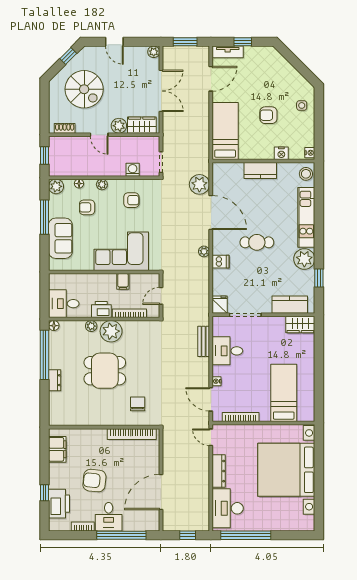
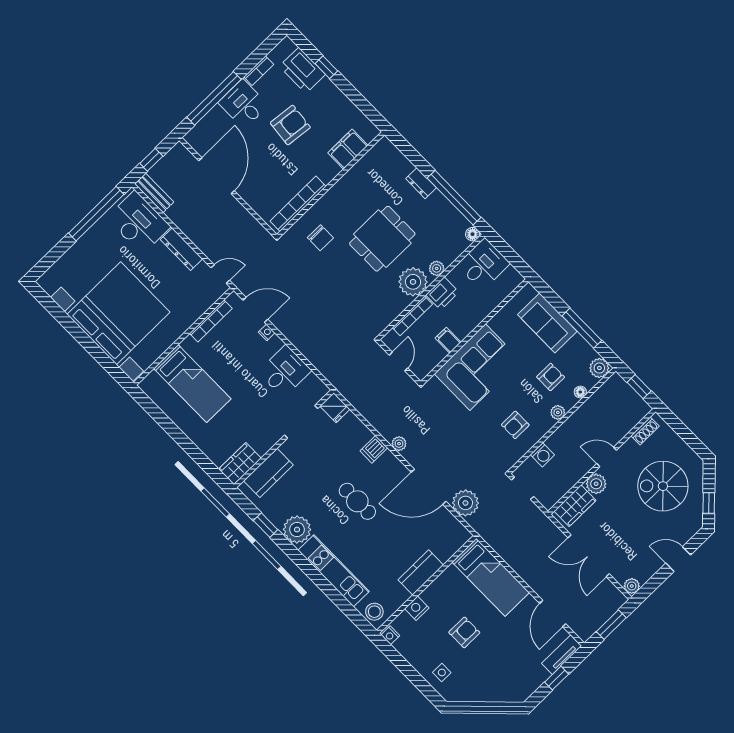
cafe table: (257, 242) -> (357, 501), turned 90
bench: (204, 341) -> (154, 193), moved
filing cabinet: (57, 449) -> (348, 149), moved, turned 90

